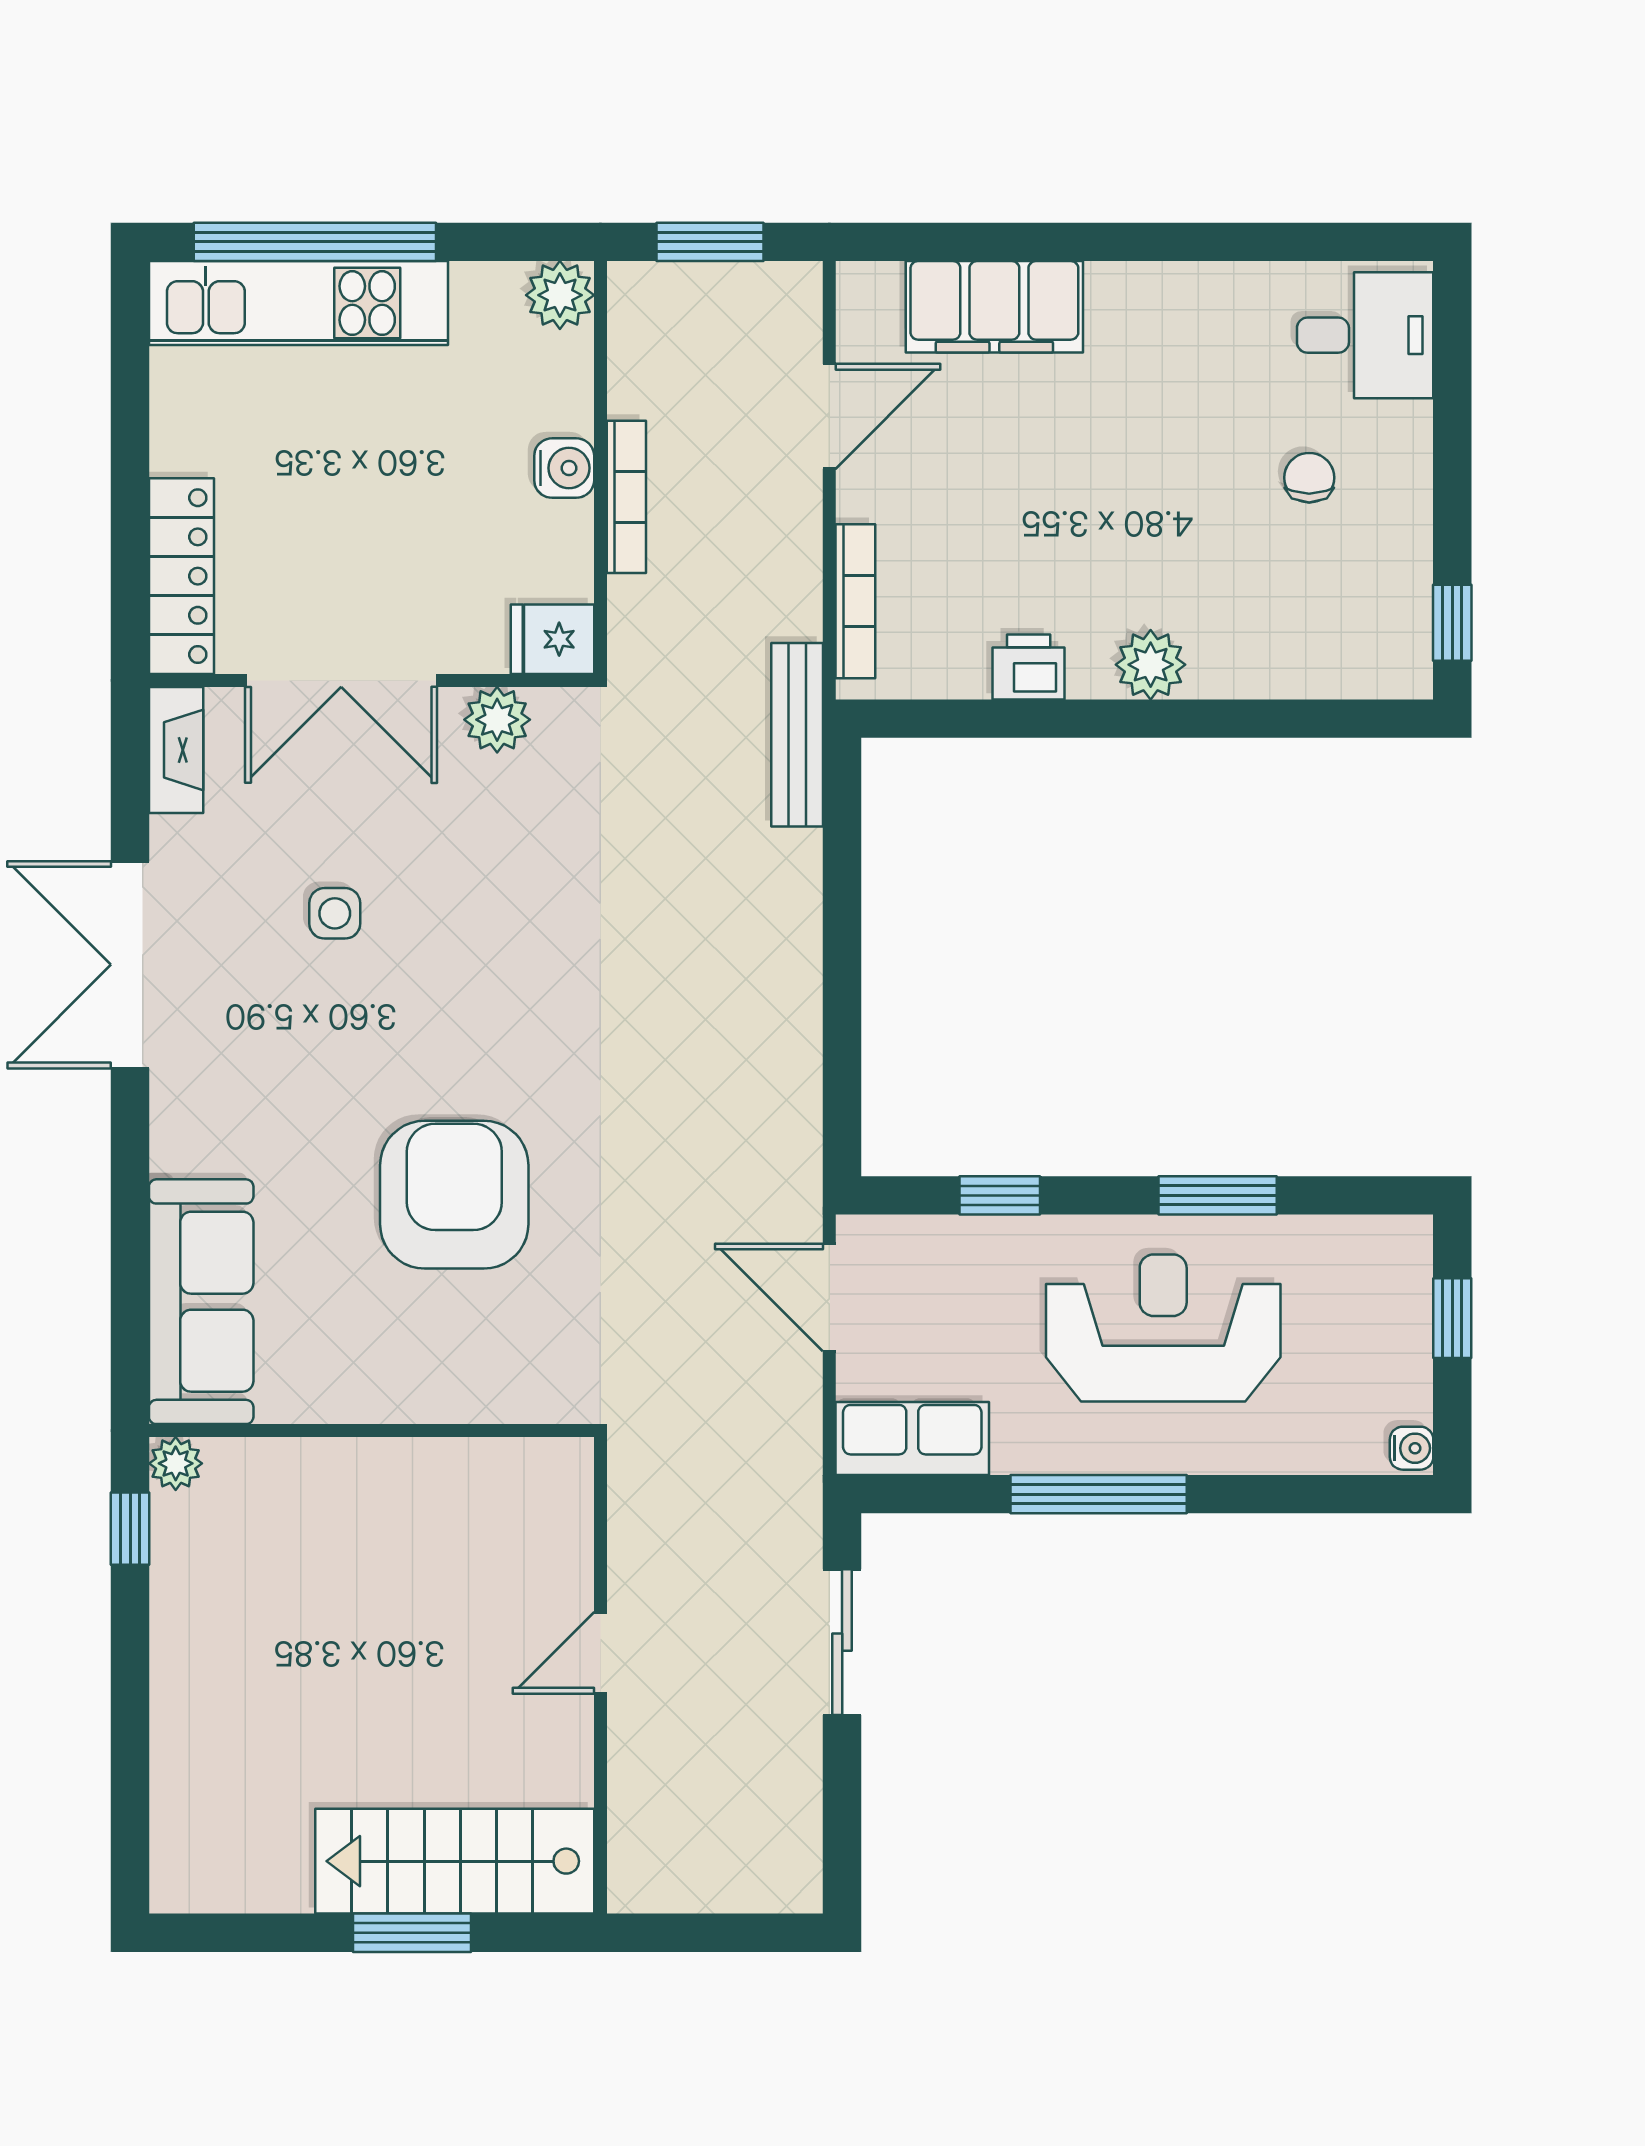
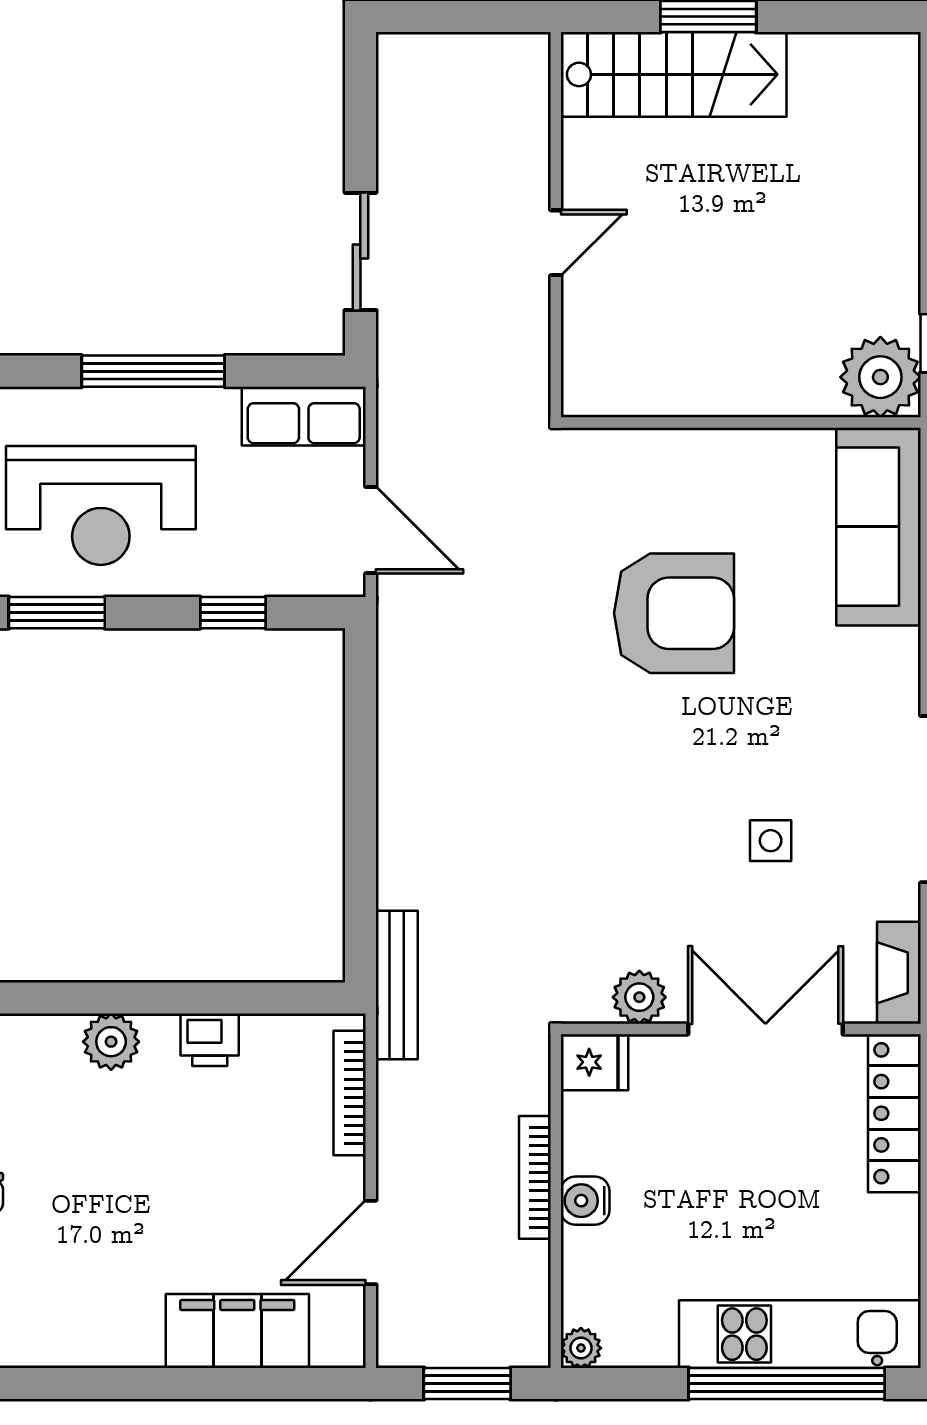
plant: (560, 295) -> (581, 1348), width x0.73, depth x0.73
armchair: (454, 1195) -> (674, 613), turned -90
plant: (176, 1463) -> (880, 377), width x1.87, depth x1.87

